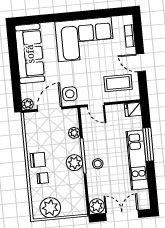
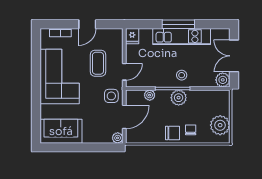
sofa: (30, 54) -> (61, 131), width x0.73
coffee table: (118, 83) -> (98, 63), moved
door: (50, 109) -> (124, 117), swing flipped
window: (148, 144) -> (178, 24), moved
chair: (38, 160) -> (173, 133), turned 90

